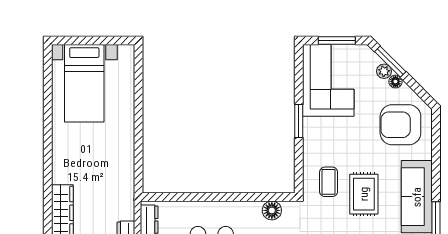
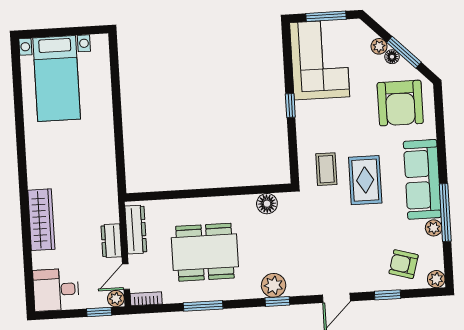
window: (390, 62) -> (404, 52), moved
window: (299, 121) -> (290, 105), width x0.67
armchair: (400, 125) -> (400, 103), turned -90

